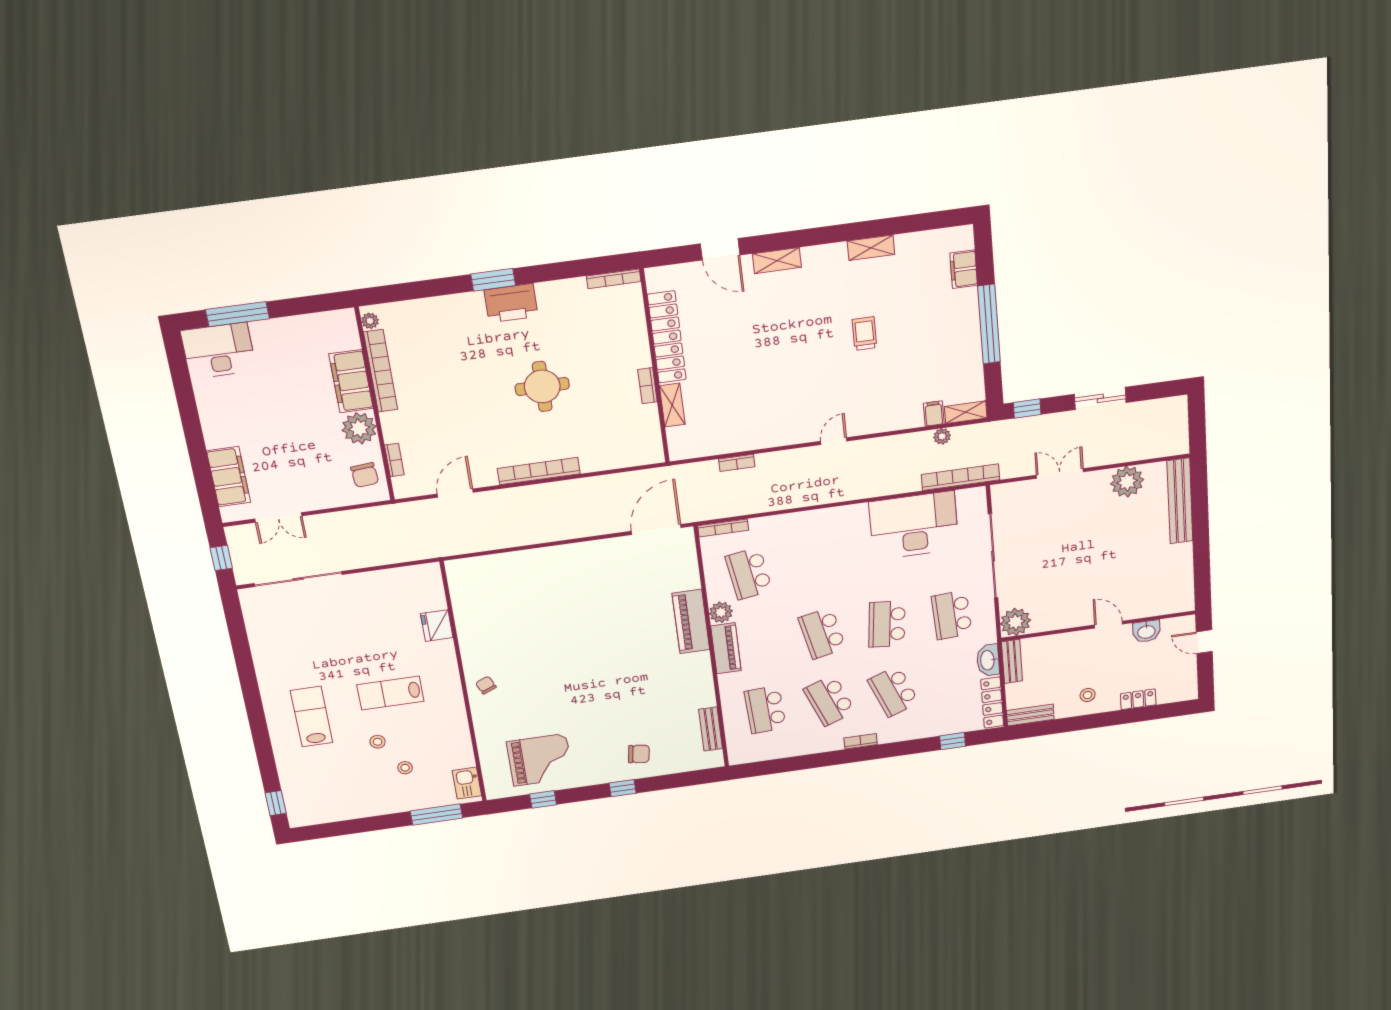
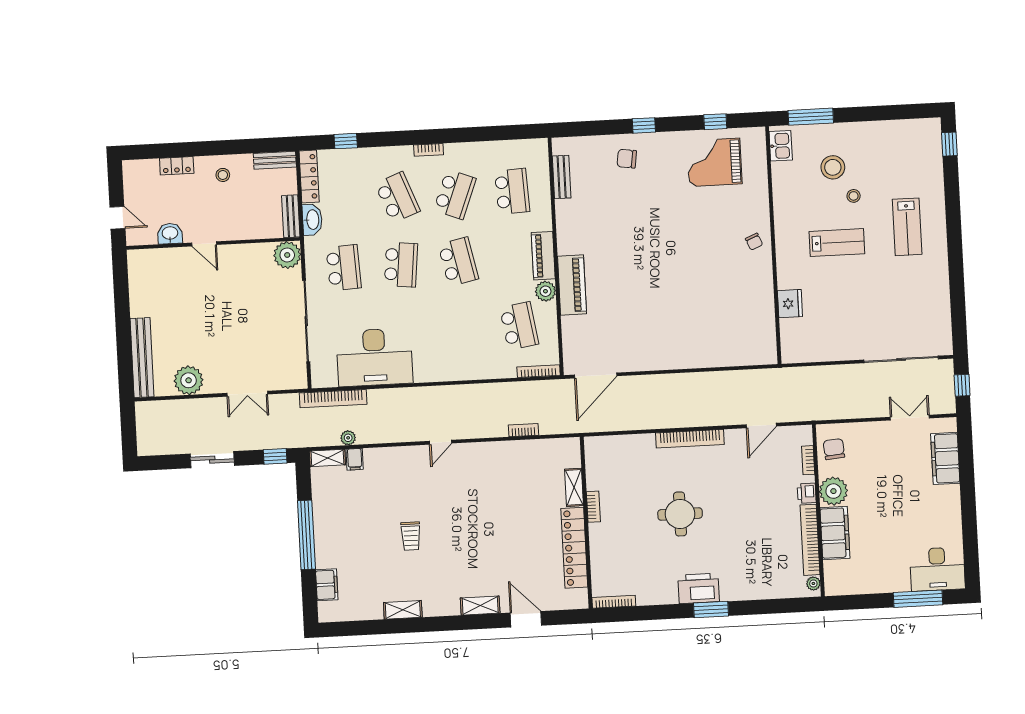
printer: (391, 423) -> (807, 493), added
school desk: (829, 700) -> (455, 194), turned 42
stool: (405, 768) -> (833, 167), width x1.89, depth x1.89

